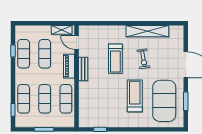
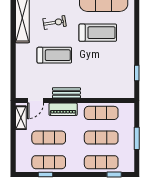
treadmill: (135, 96) -> (98, 33), turned 180

